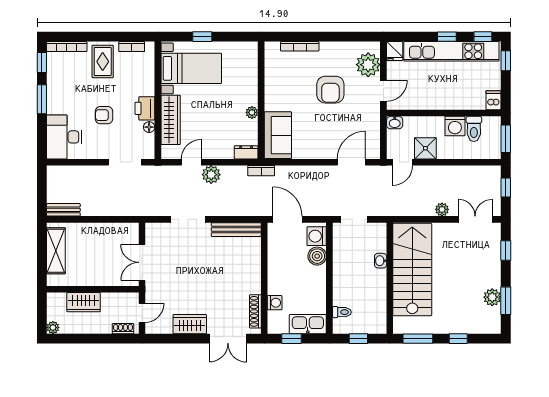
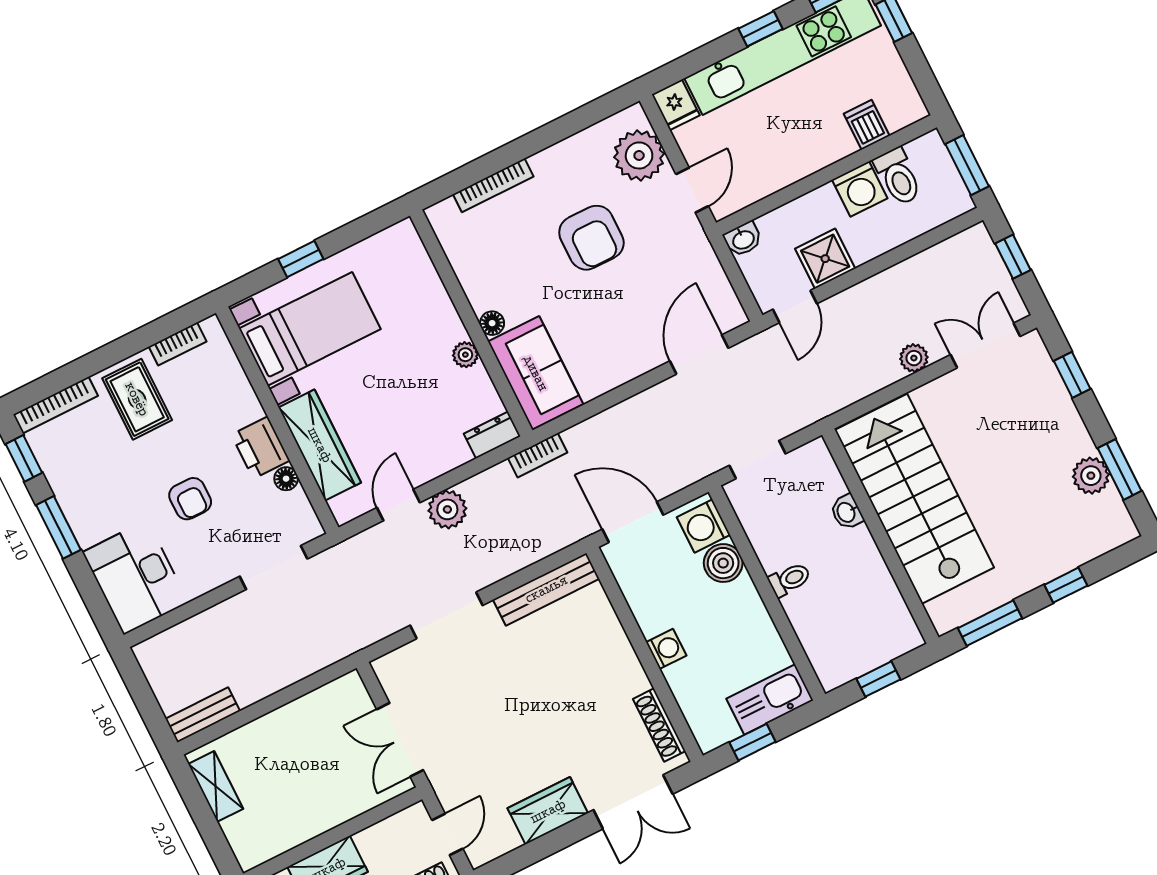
dishwasher: (494, 100) -> (867, 125), moved
floor lamp: (270, 105) -> (492, 323), added
armchair: (104, 115) -> (190, 499), turned -90
shelving: (56, 251) -> (216, 786), width x0.67, depth x0.75
washing machine: (275, 303) -> (666, 649), moved
toilet: (342, 312) -> (790, 579), moved

